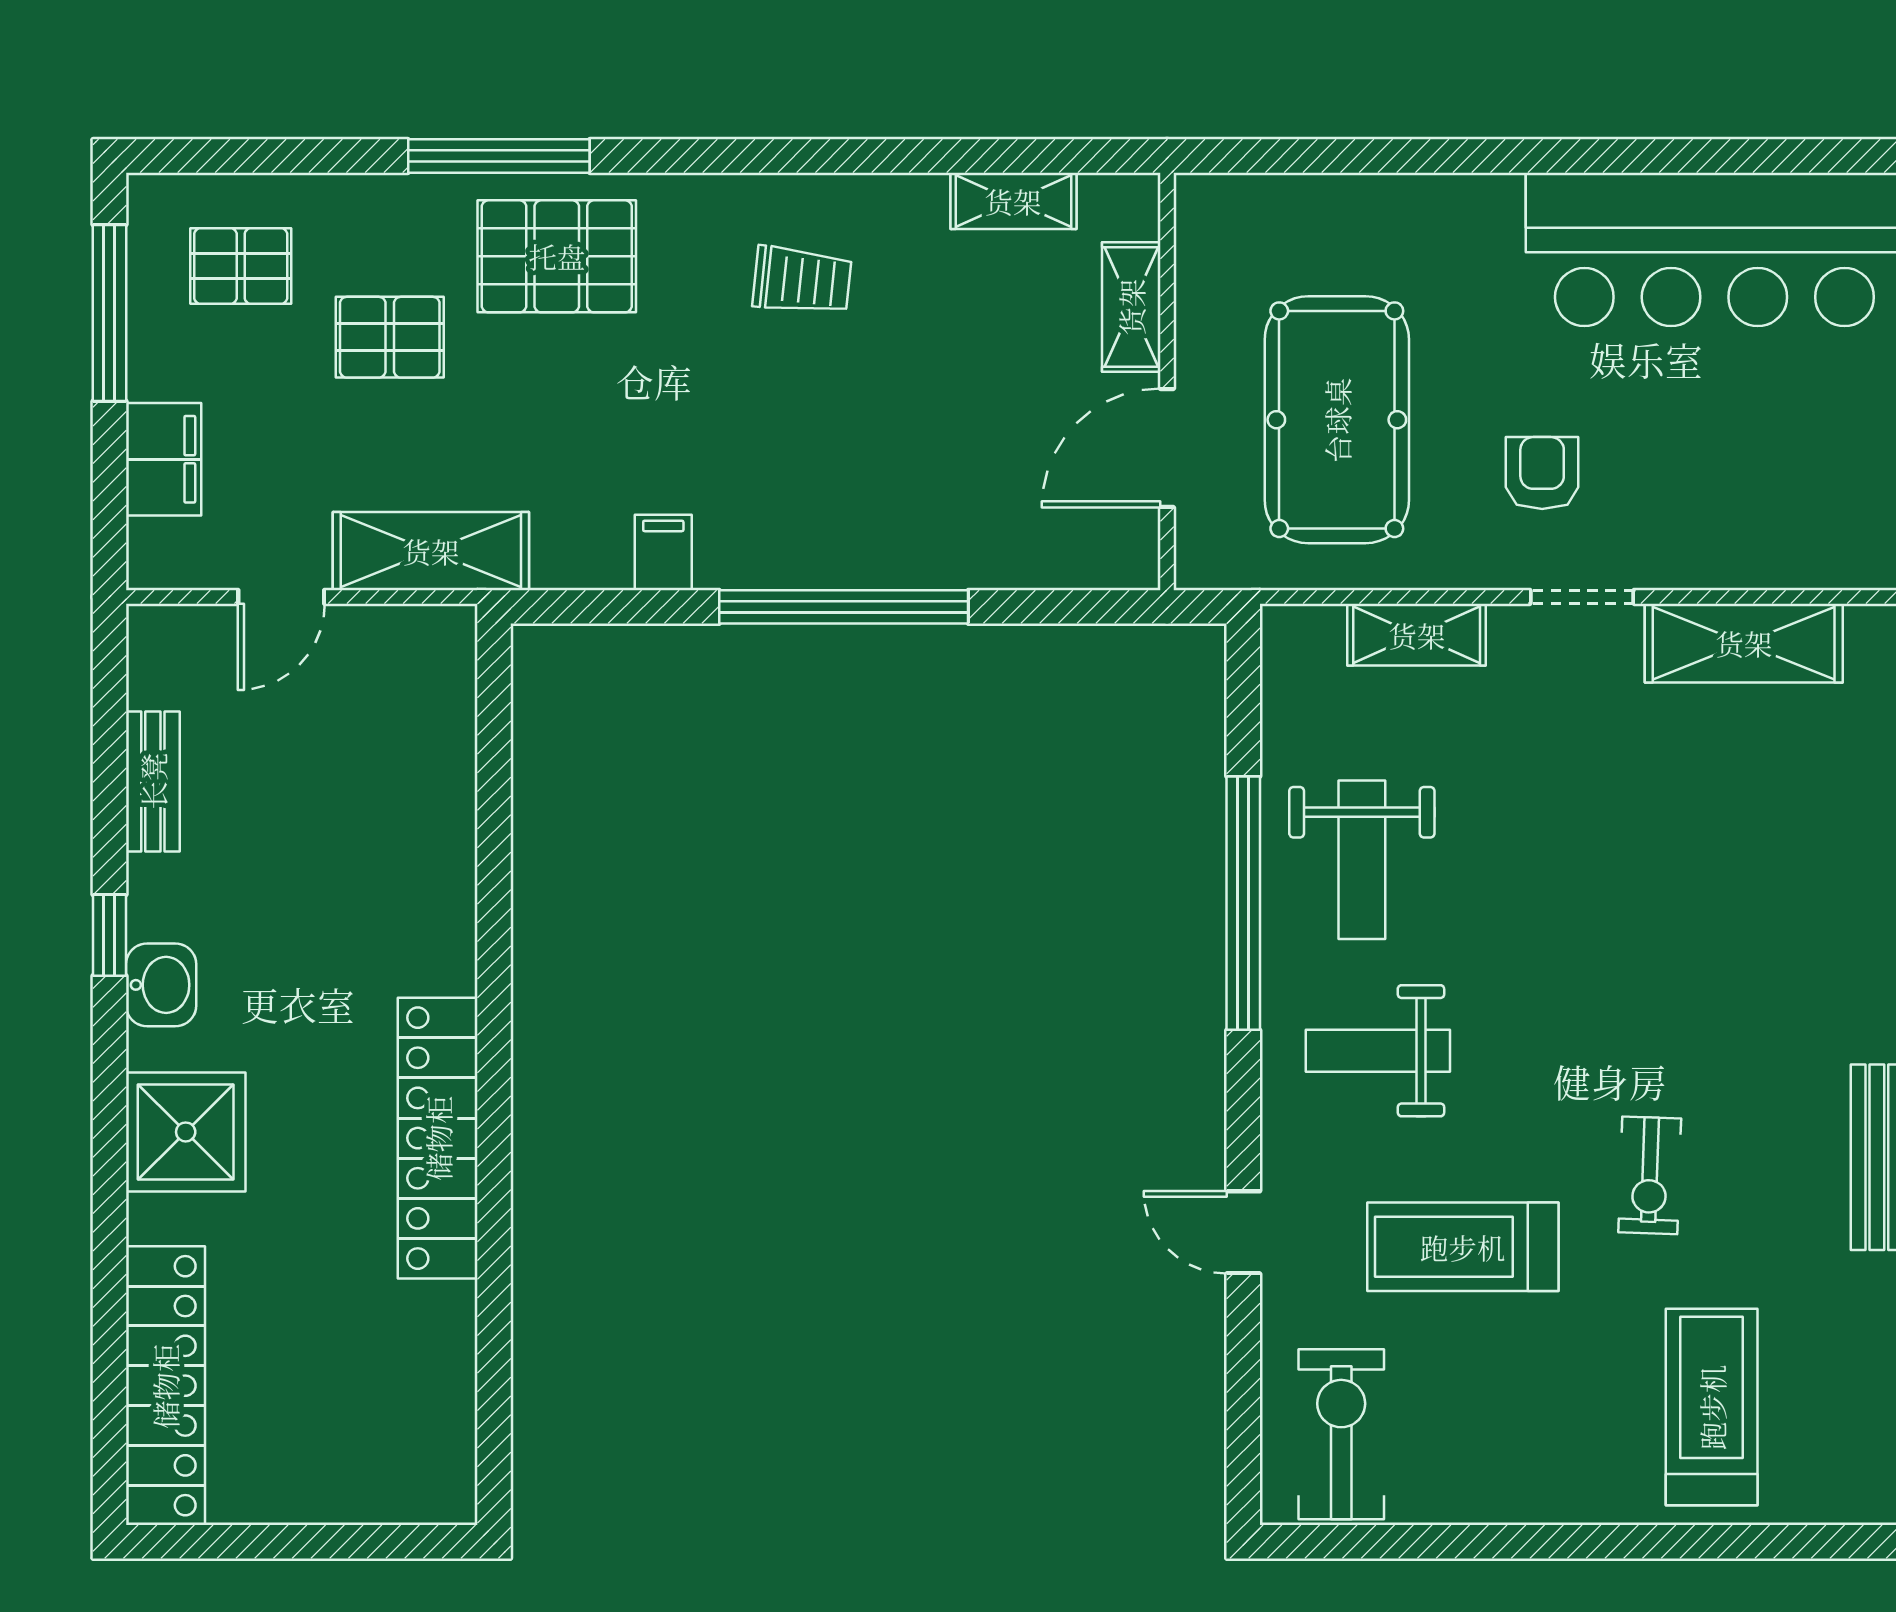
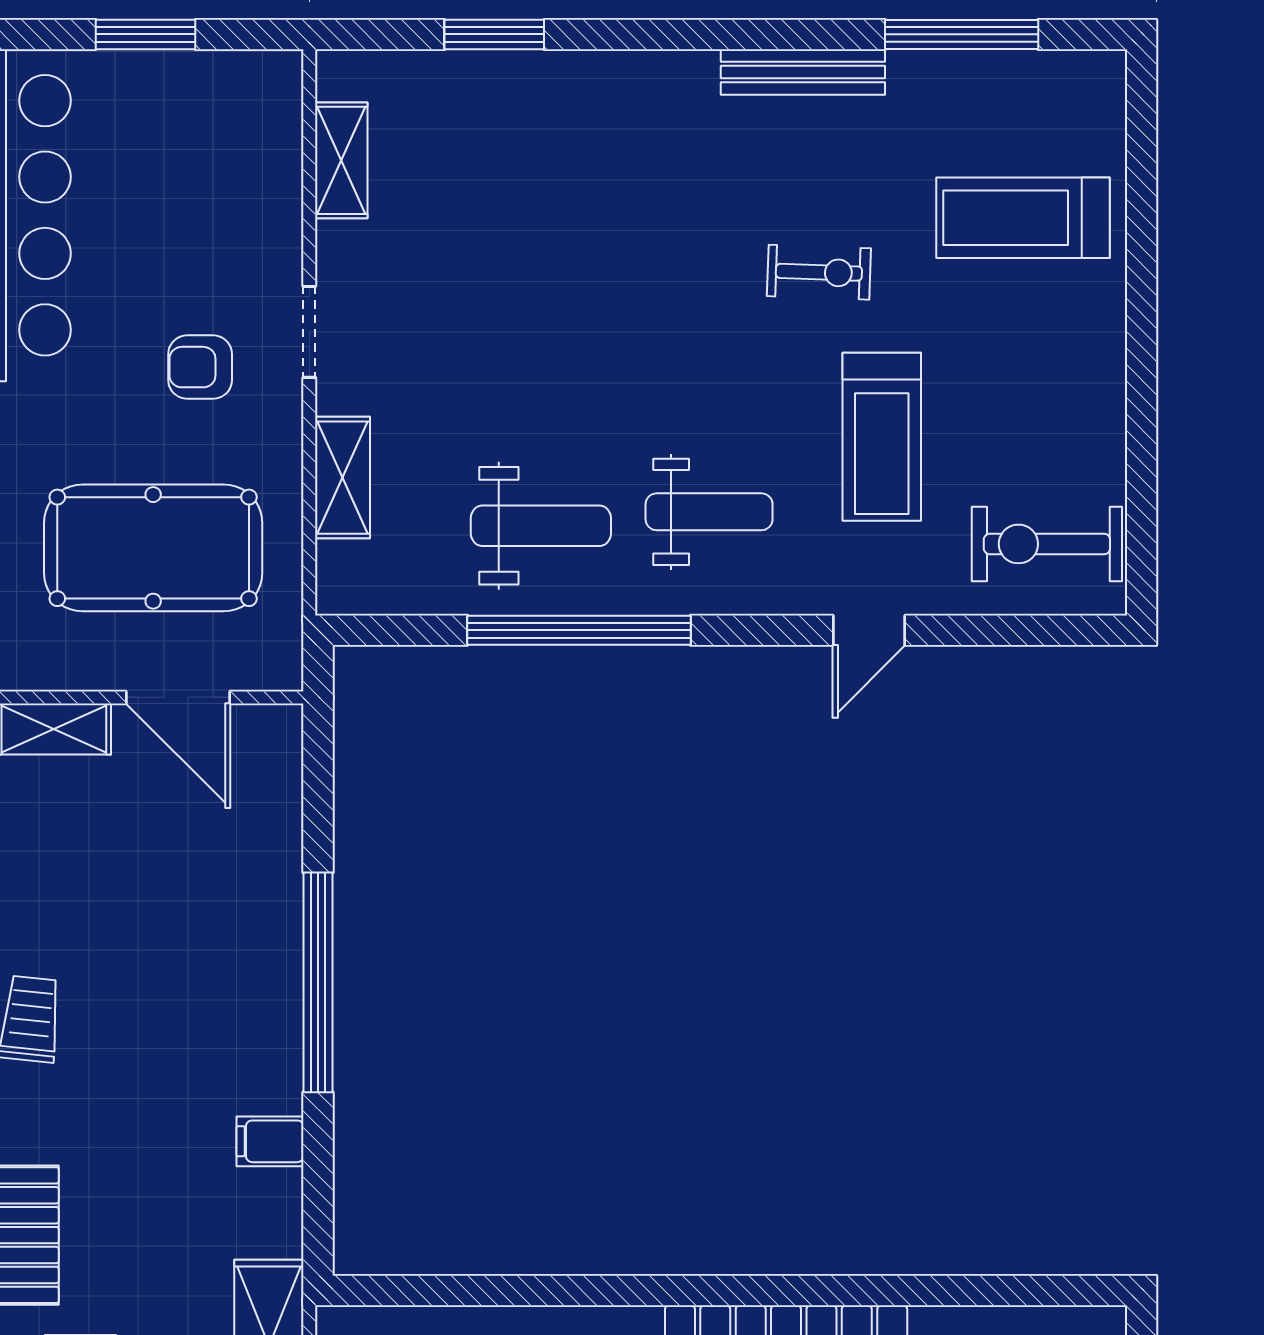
shelving: (1744, 643) -> (341, 160), width x0.67, depth x0.75
weight bench: (1378, 1051) -> (709, 512), turned -90

